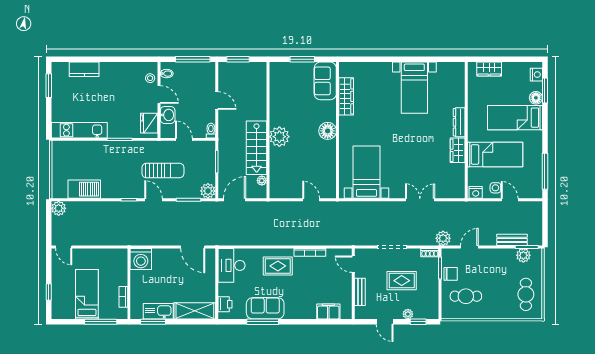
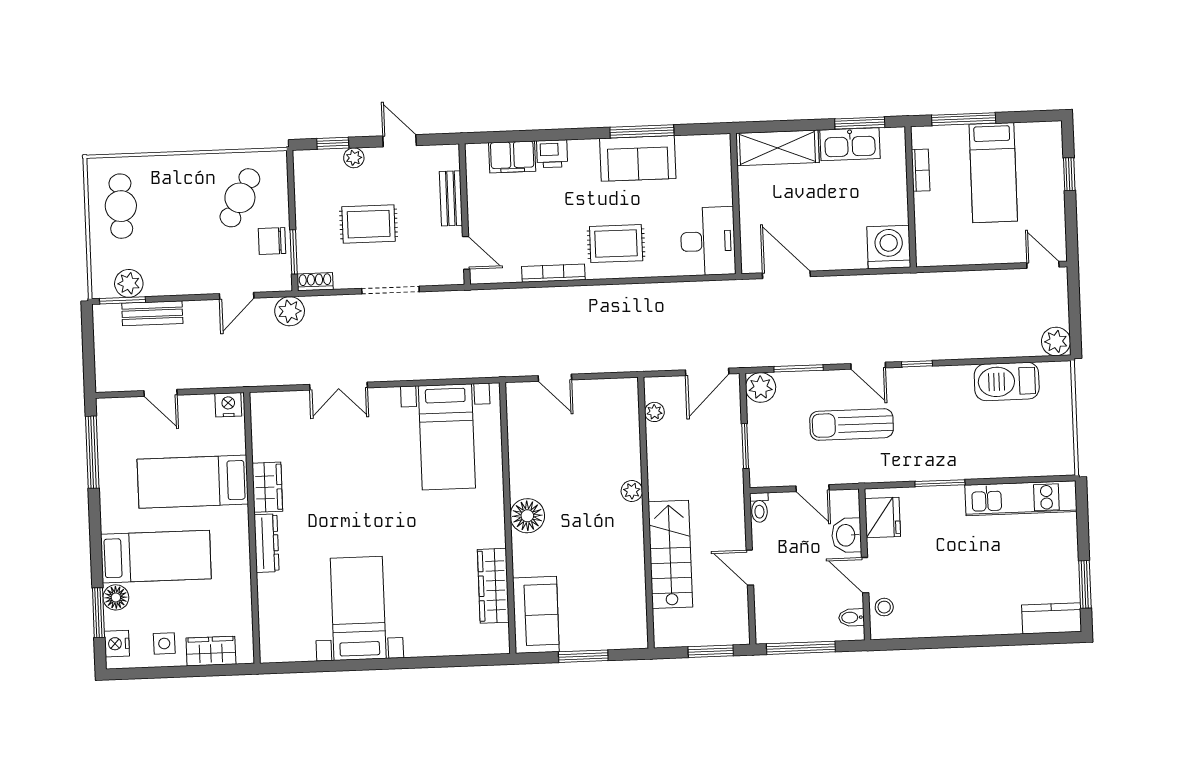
kitchen counter: (84, 69) -> (1052, 618), moved
plant: (279, 137) -> (632, 491), width x0.53, depth x0.53
stairs: (257, 148) -> (670, 554), moved
side table: (495, 188) -> (164, 643), moved
cafe table: (466, 296) -> (240, 198), turned -62
printer: (225, 304) -> (552, 154), moved, turned -90

